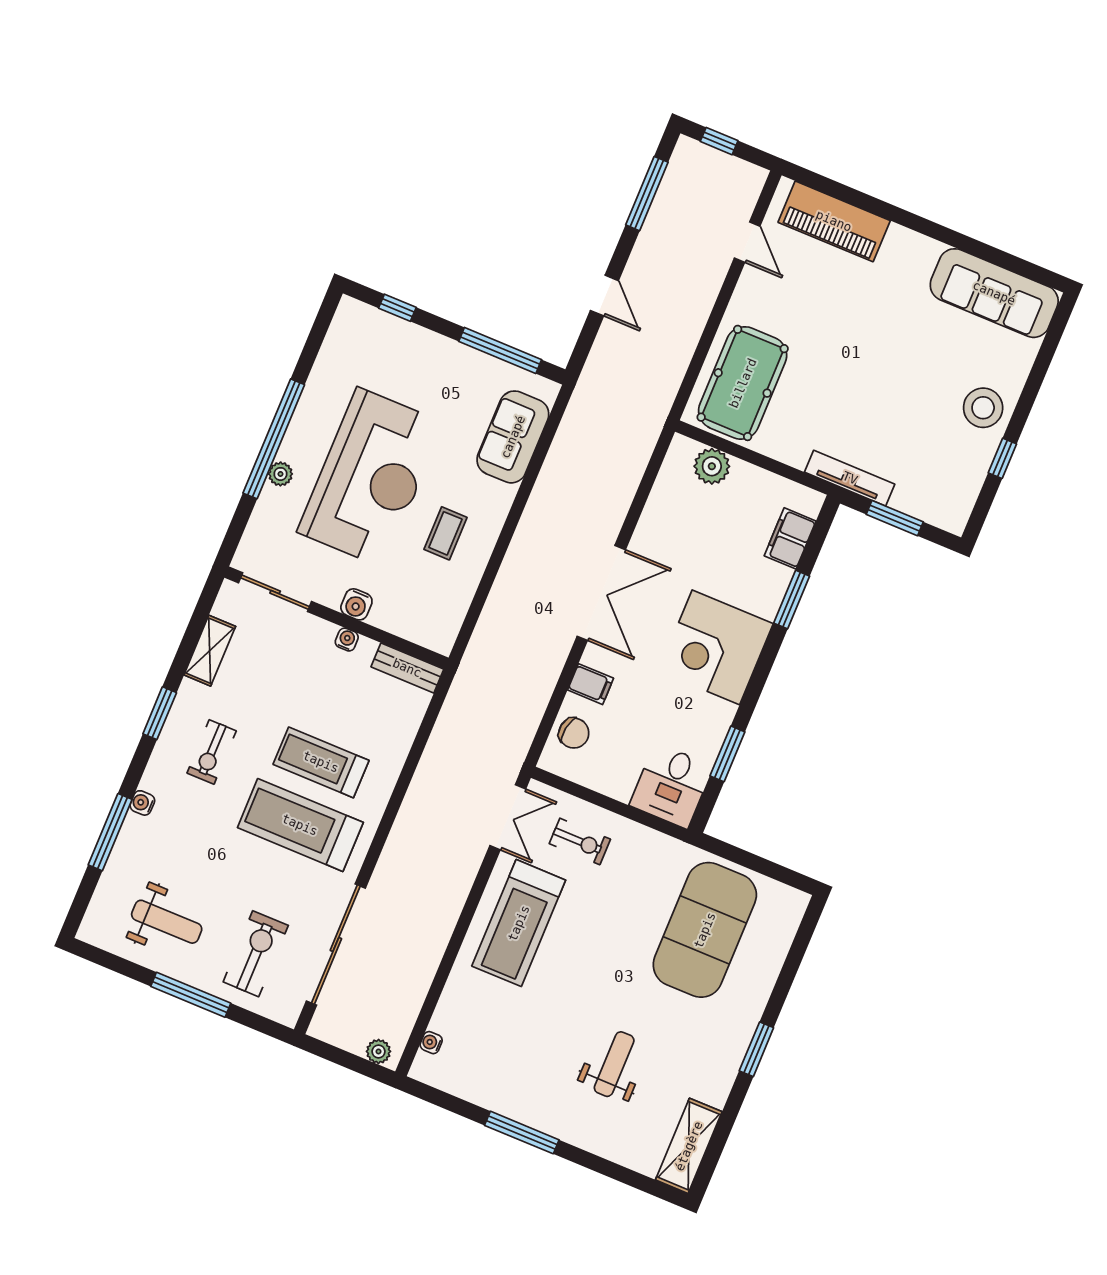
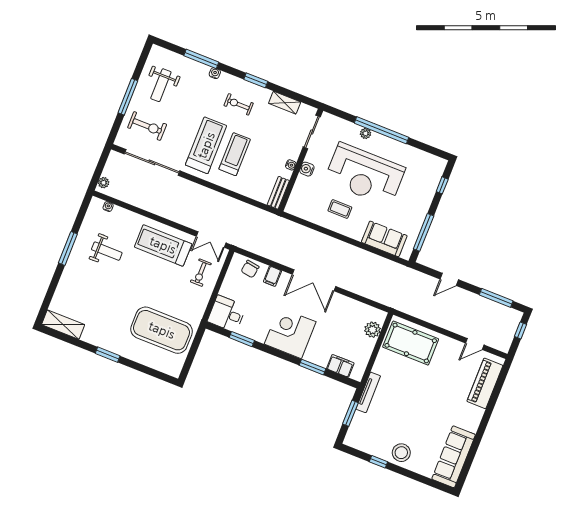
weight bench: (614, 1064) -> (107, 251), moved

